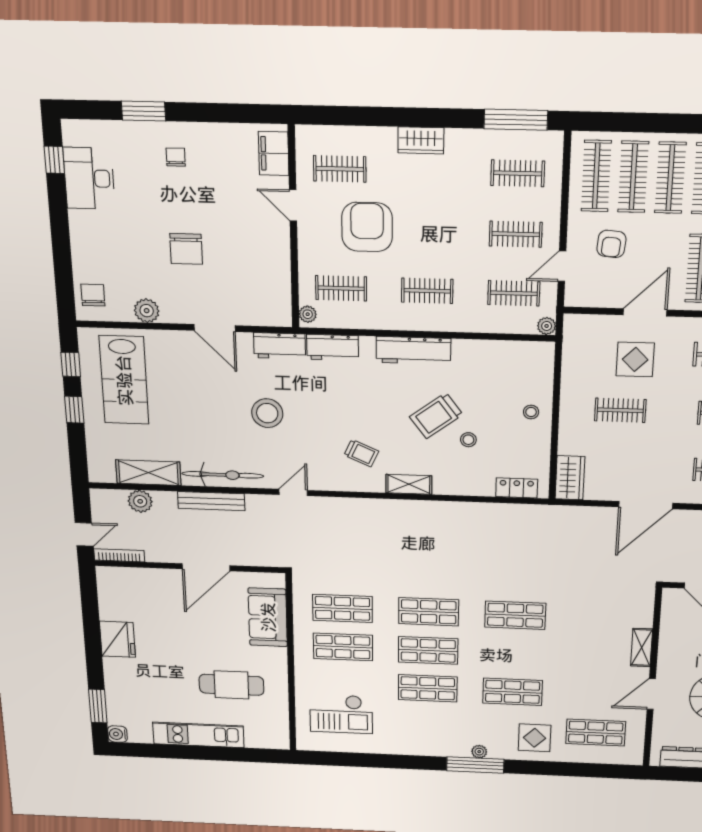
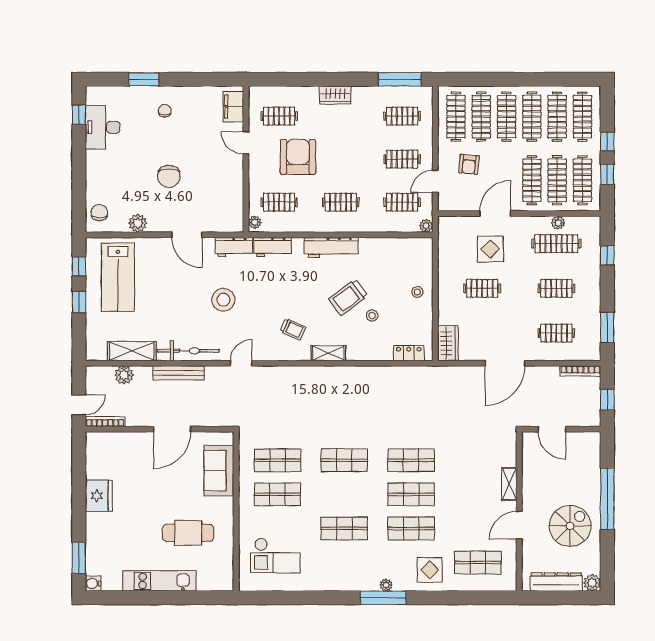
shop shelf: (428, 650) -> (411, 494), moved

